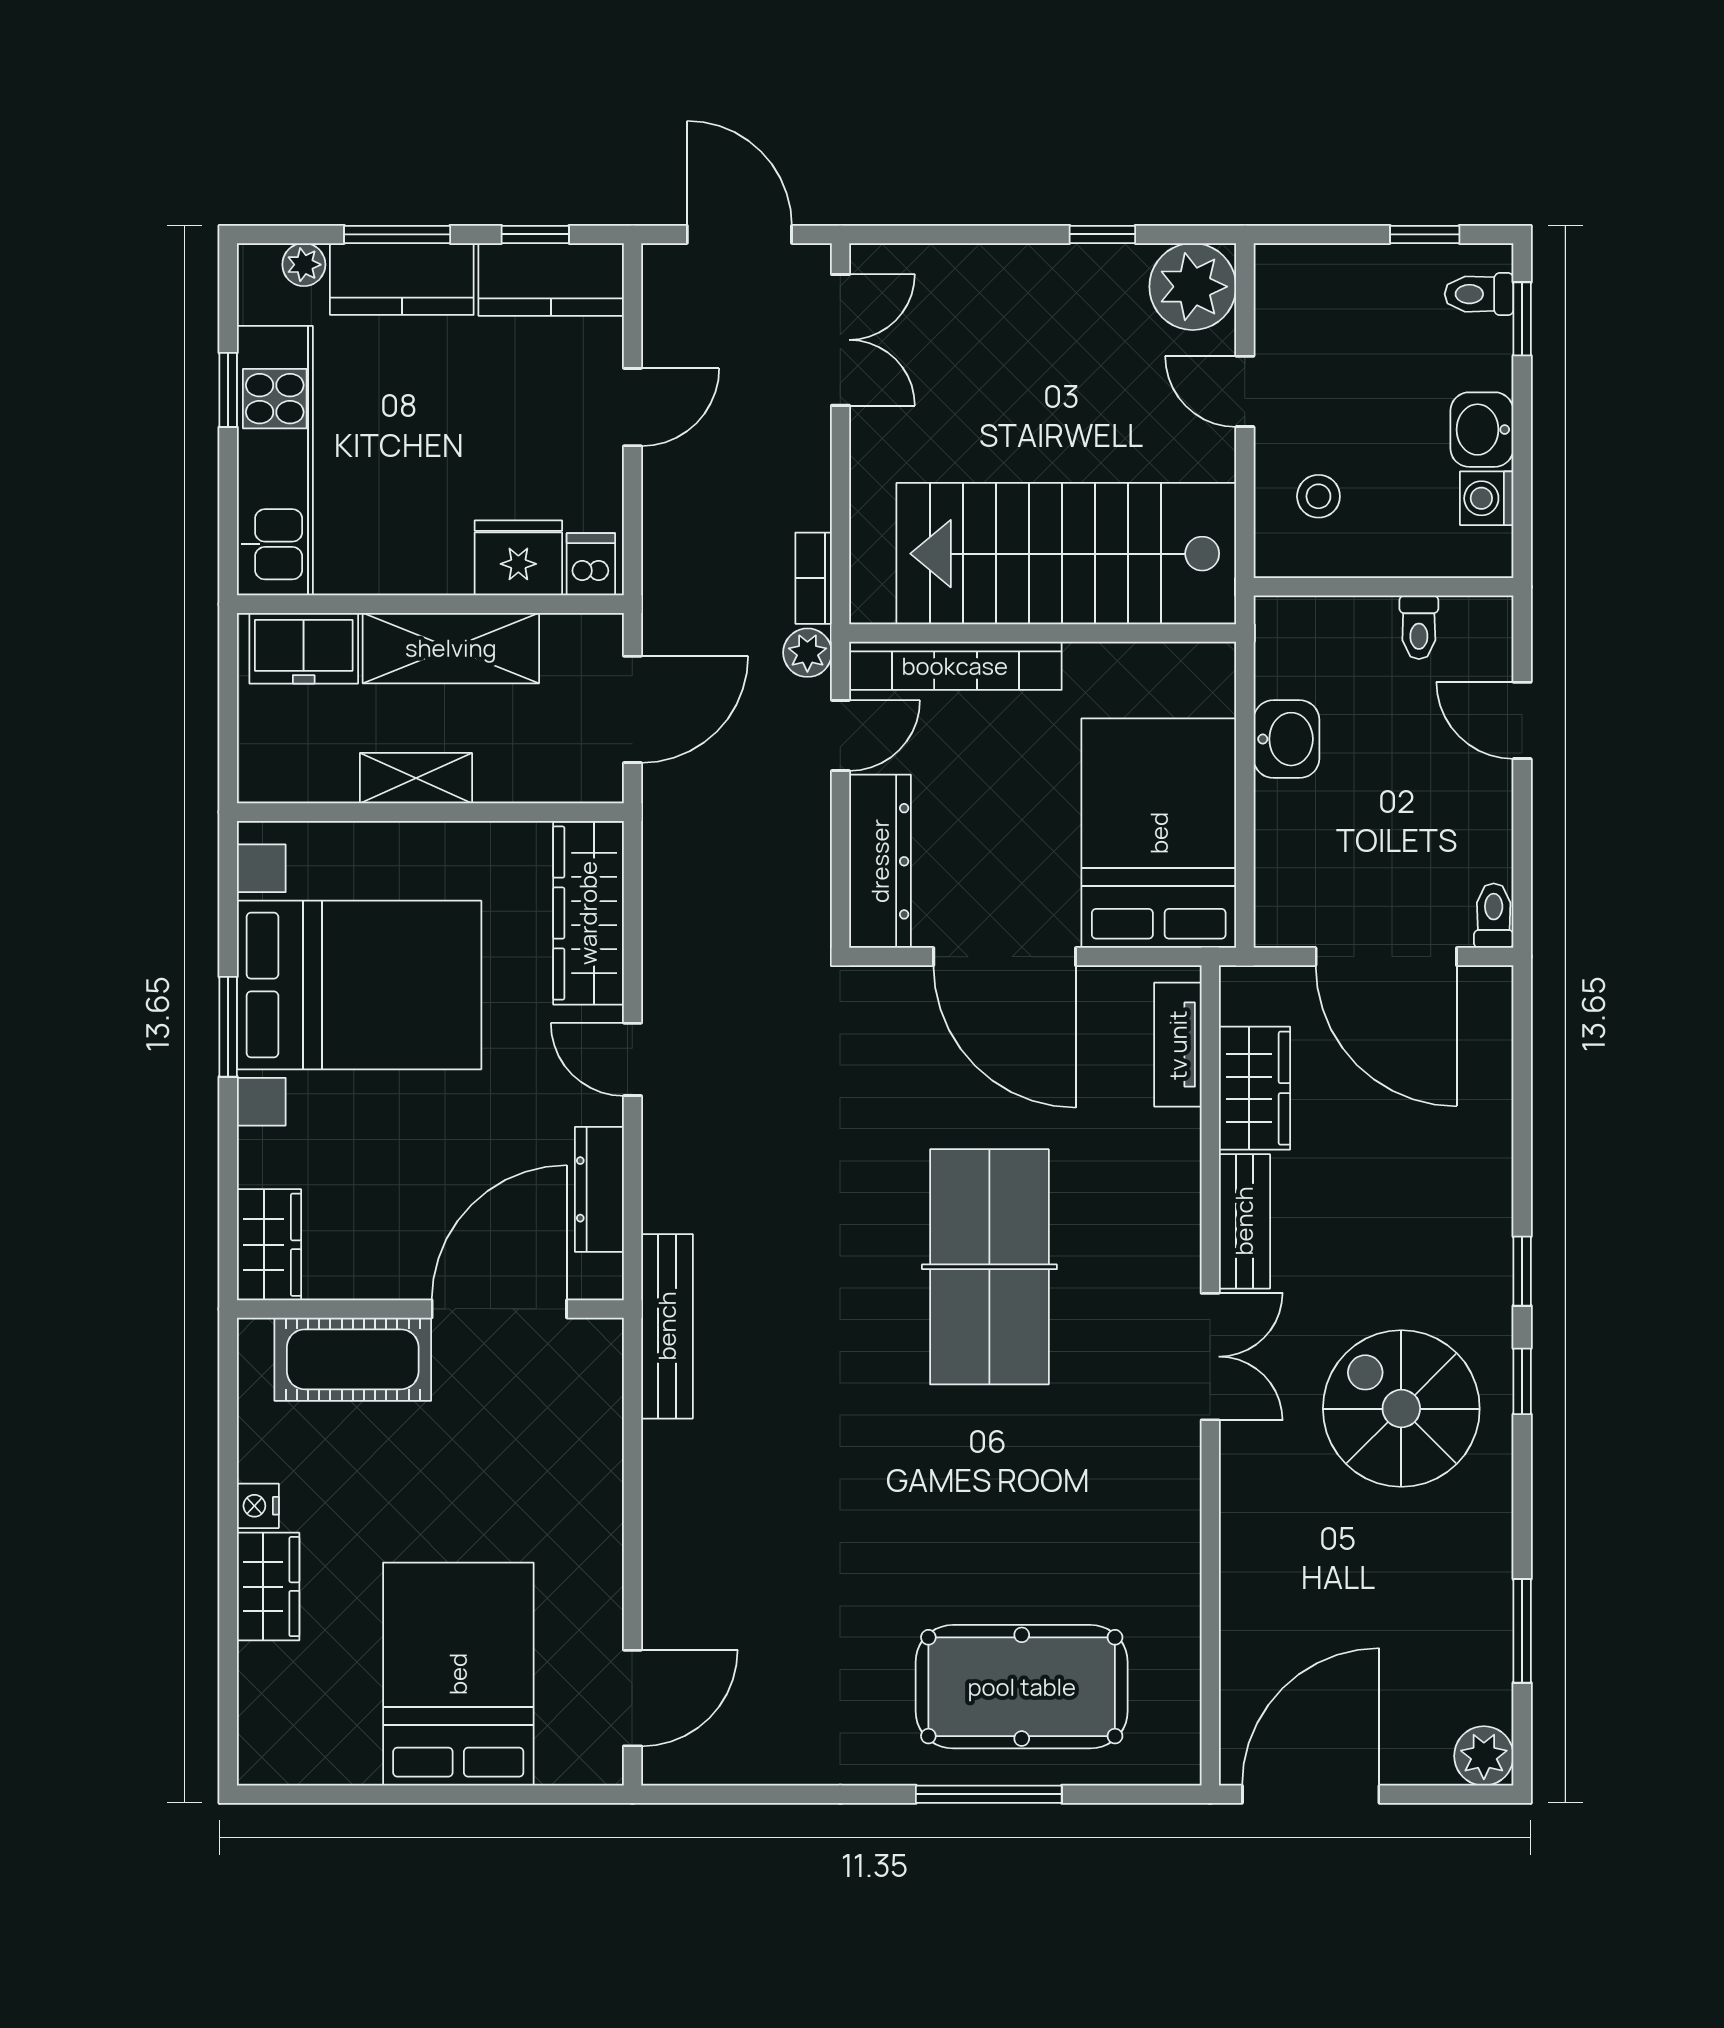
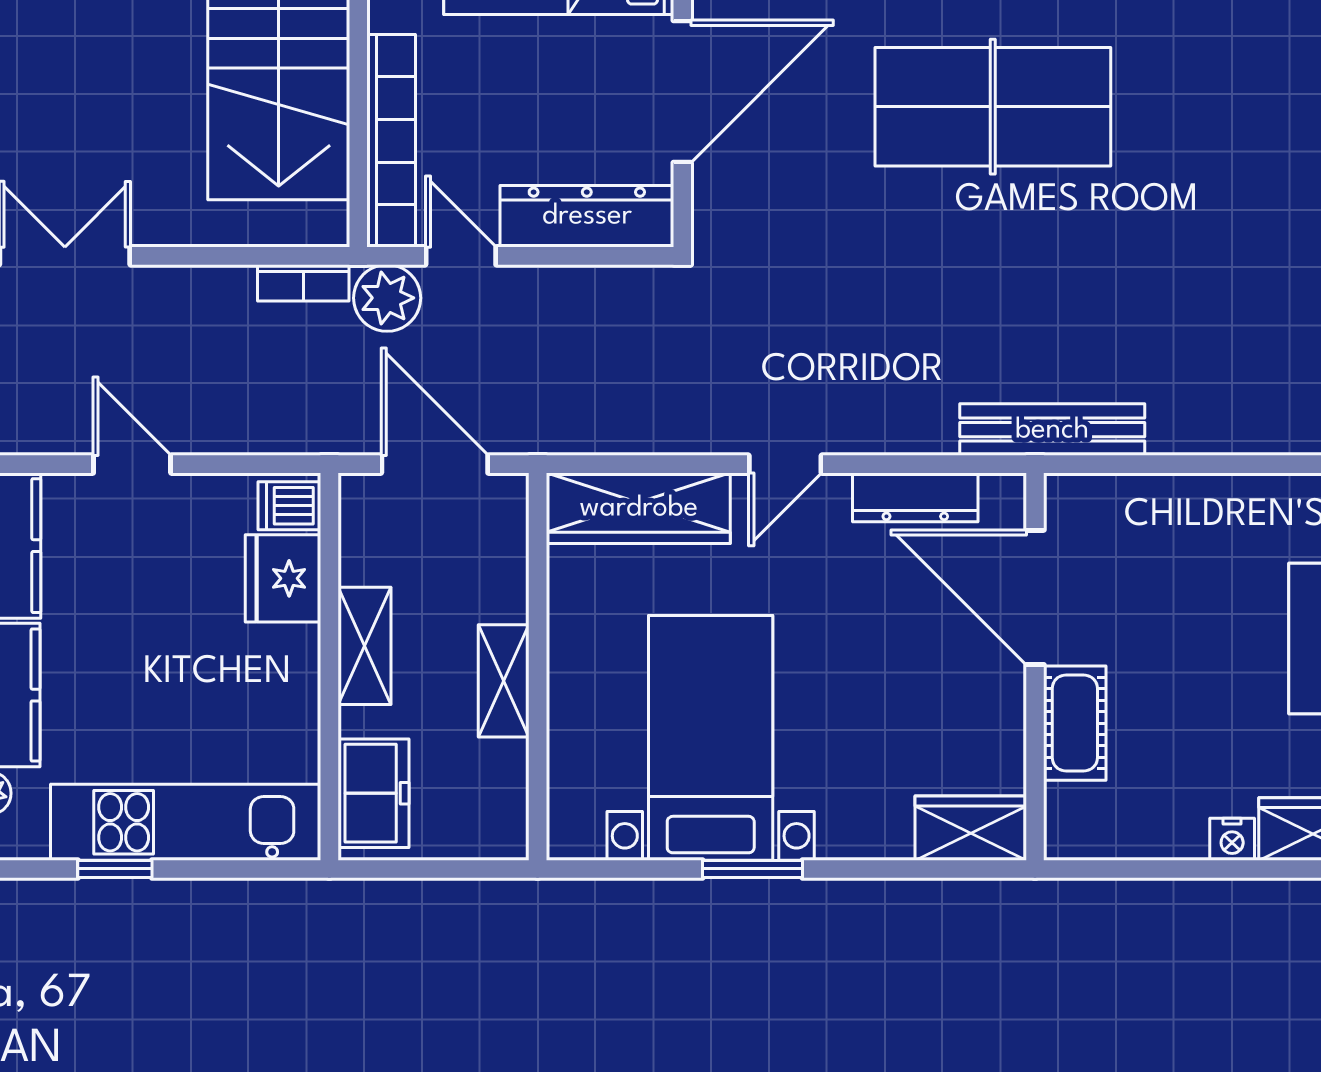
shelving: (451, 648) -> (365, 646), width x0.67, depth x0.75
plant: (807, 653) -> (387, 298), width x1.38, depth x1.38
bed with nightstands: (359, 985) -> (711, 738), width x0.73
cot: (353, 1359) -> (1075, 723), width x0.73, depth x0.75

